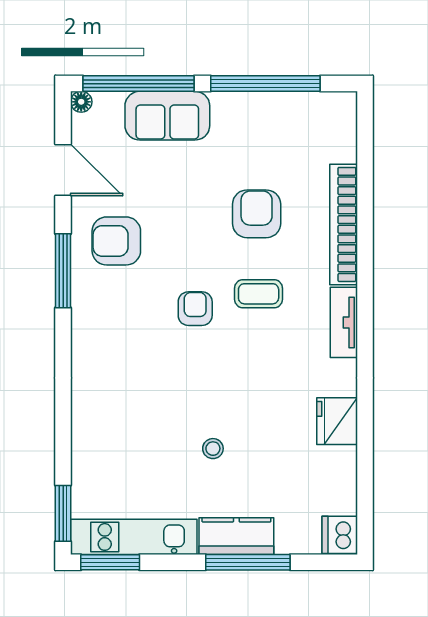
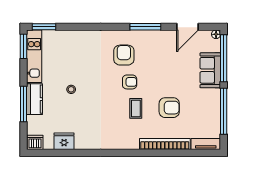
armchair: (116, 241) -> (124, 55), moved
tv unit: (344, 322) -> (206, 144), moved
fridge: (337, 421) -> (64, 141), moved

